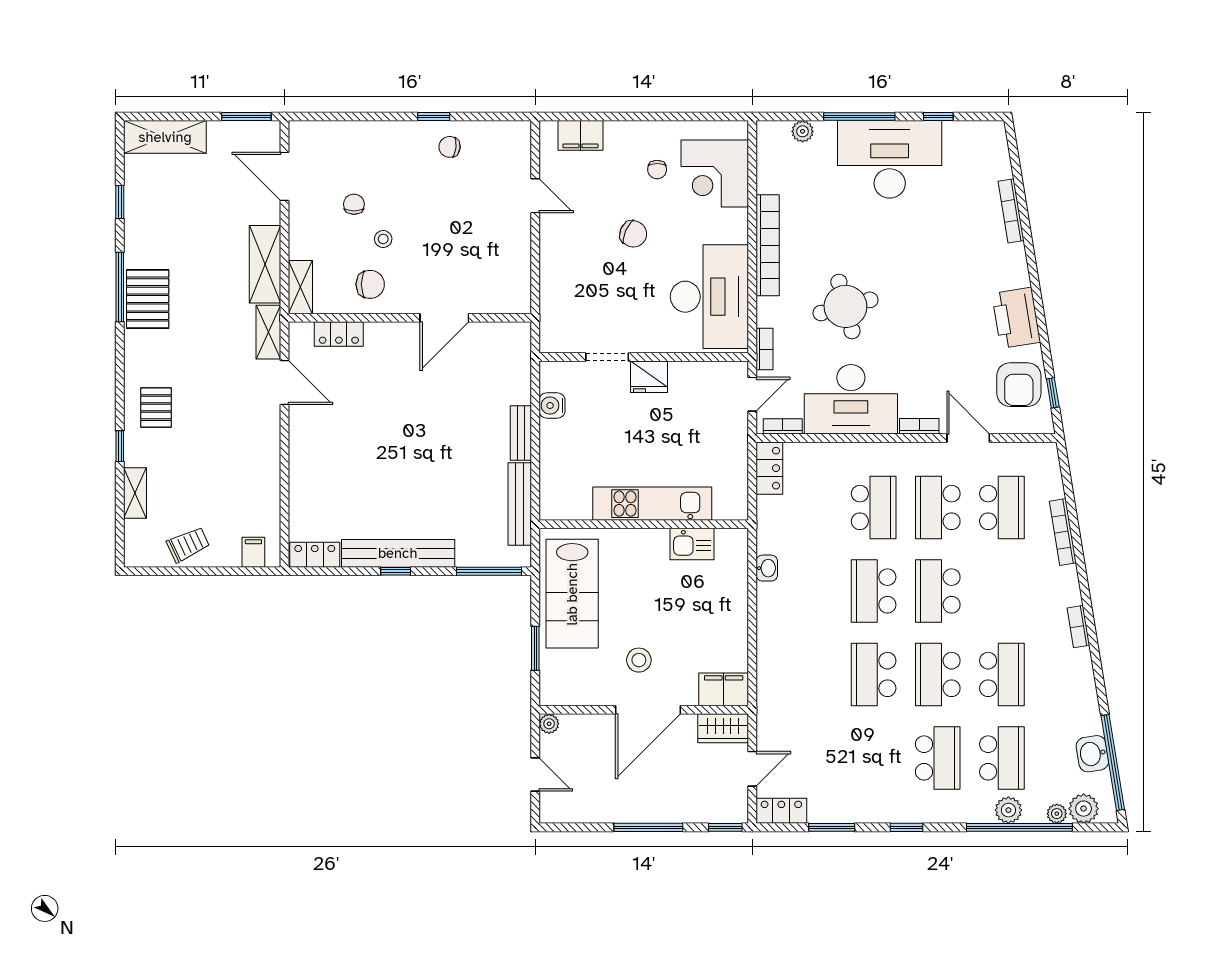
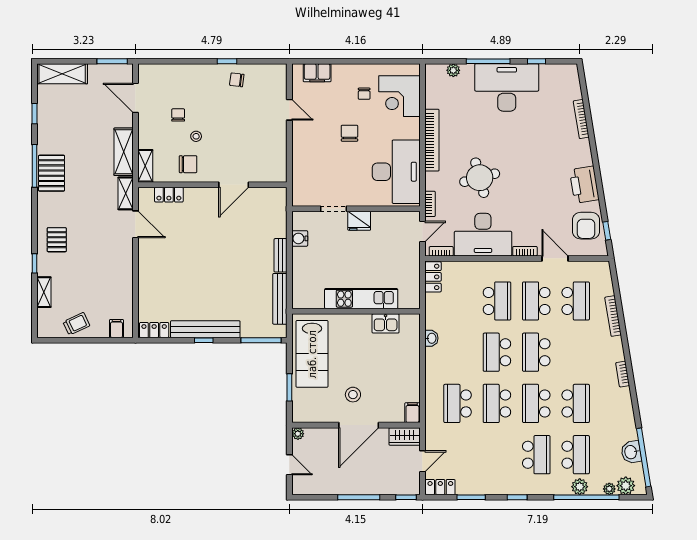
chair: (633, 234) -> (349, 133), turned -114
school desk: (809, 674) -> (458, 403), added
filing cabinet: (724, 689) -> (412, 413), width x0.50

